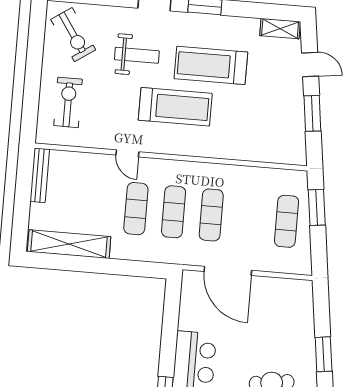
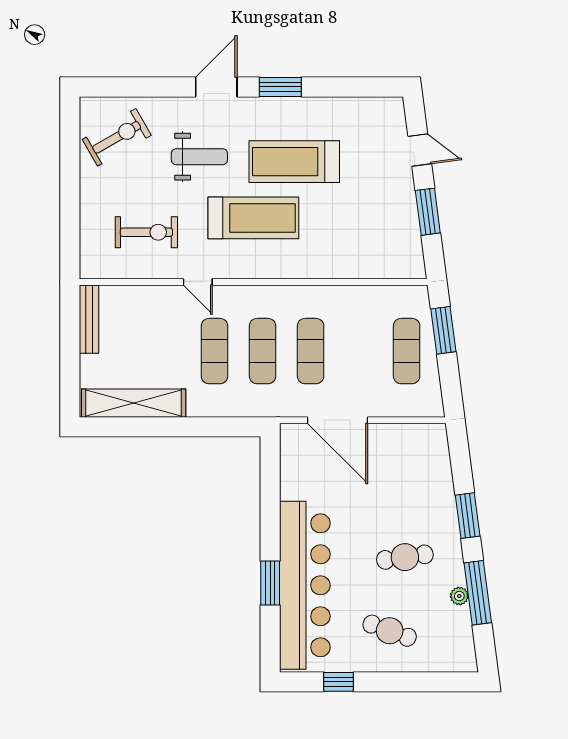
shelving: (280, 29) -> (378, 108), removed
exercise bike: (73, 35) -> (117, 137), turned -86
exercise bike: (68, 102) -> (146, 232), moved, turned 90

